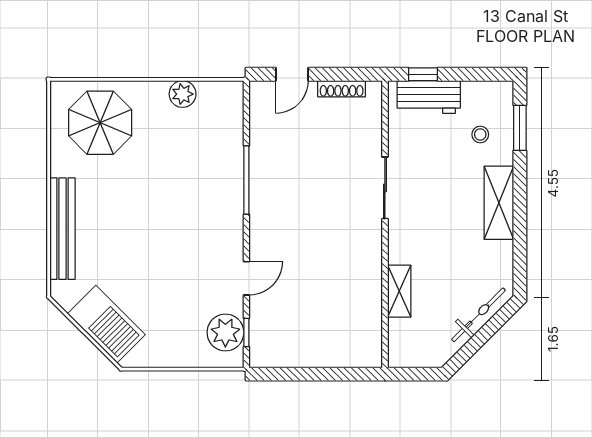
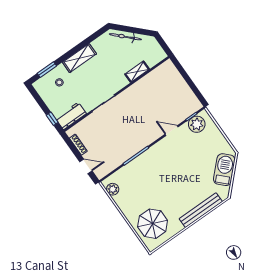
plant: (183, 94) -> (113, 189), moved
workbench: (429, 97) -> (71, 116), moved, turned -90

